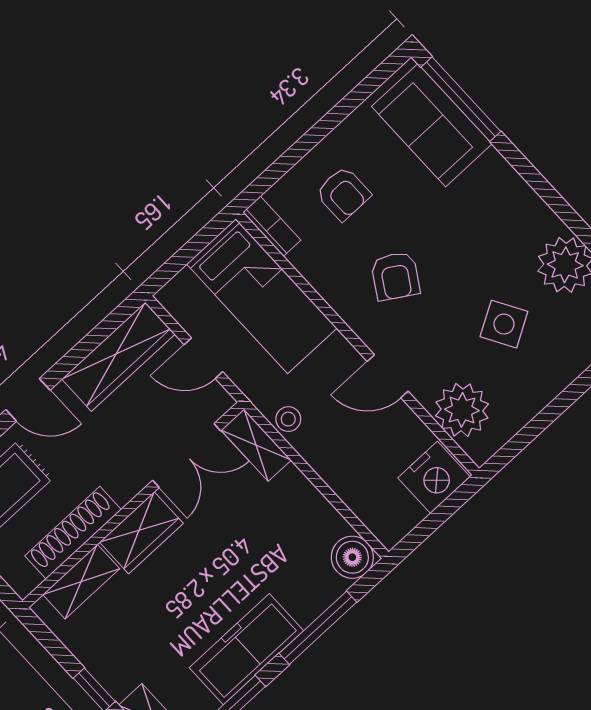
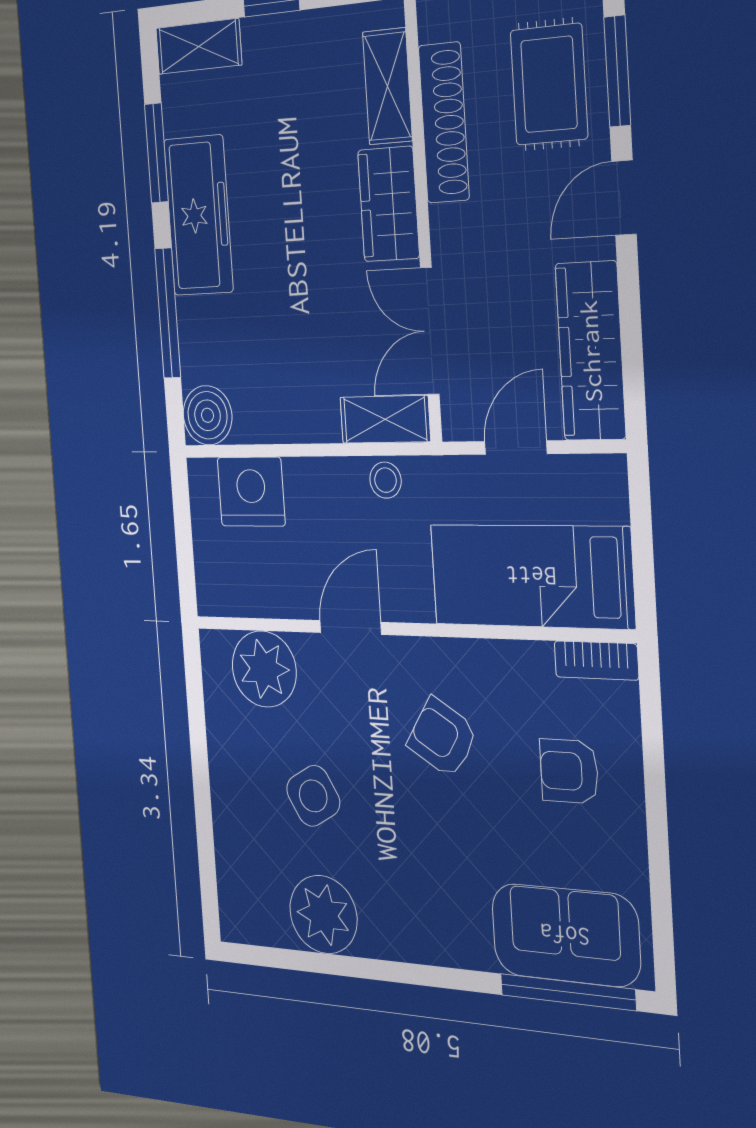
nightstand: (434, 477) -> (251, 492), moved, turned 90

